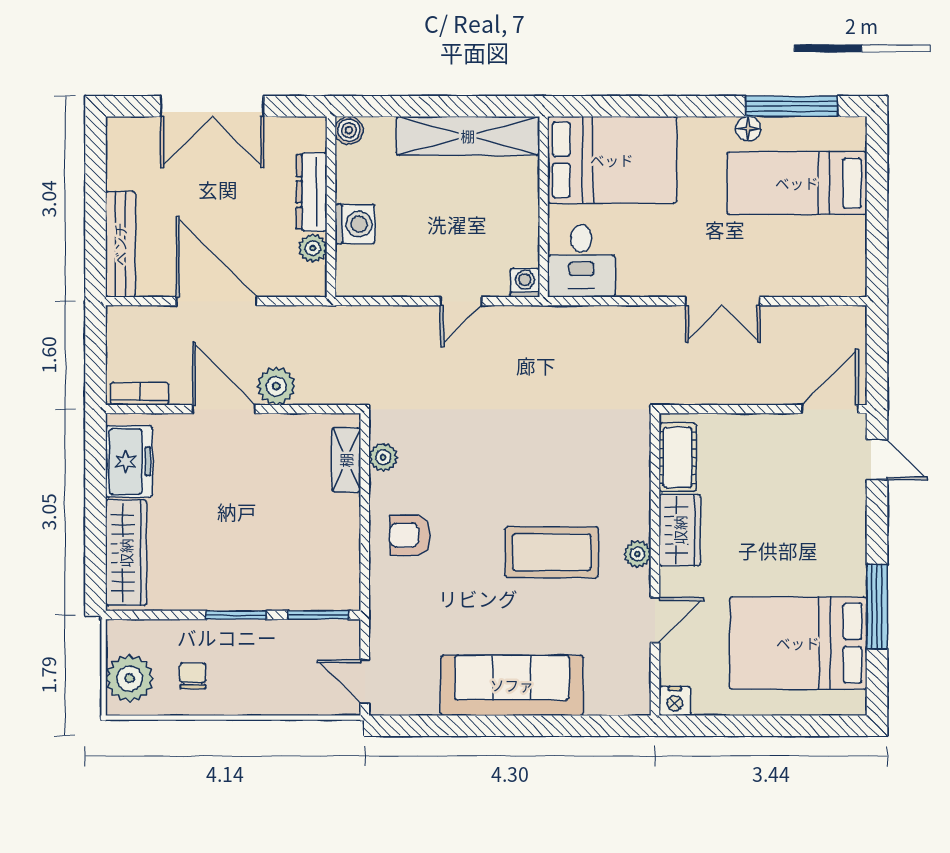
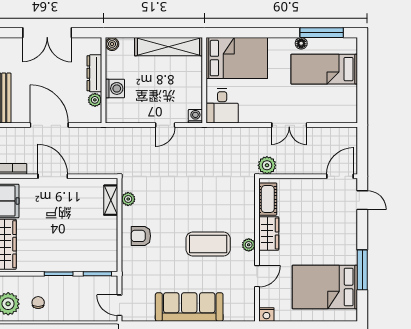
plant: (276, 386) -> (267, 165), moved

